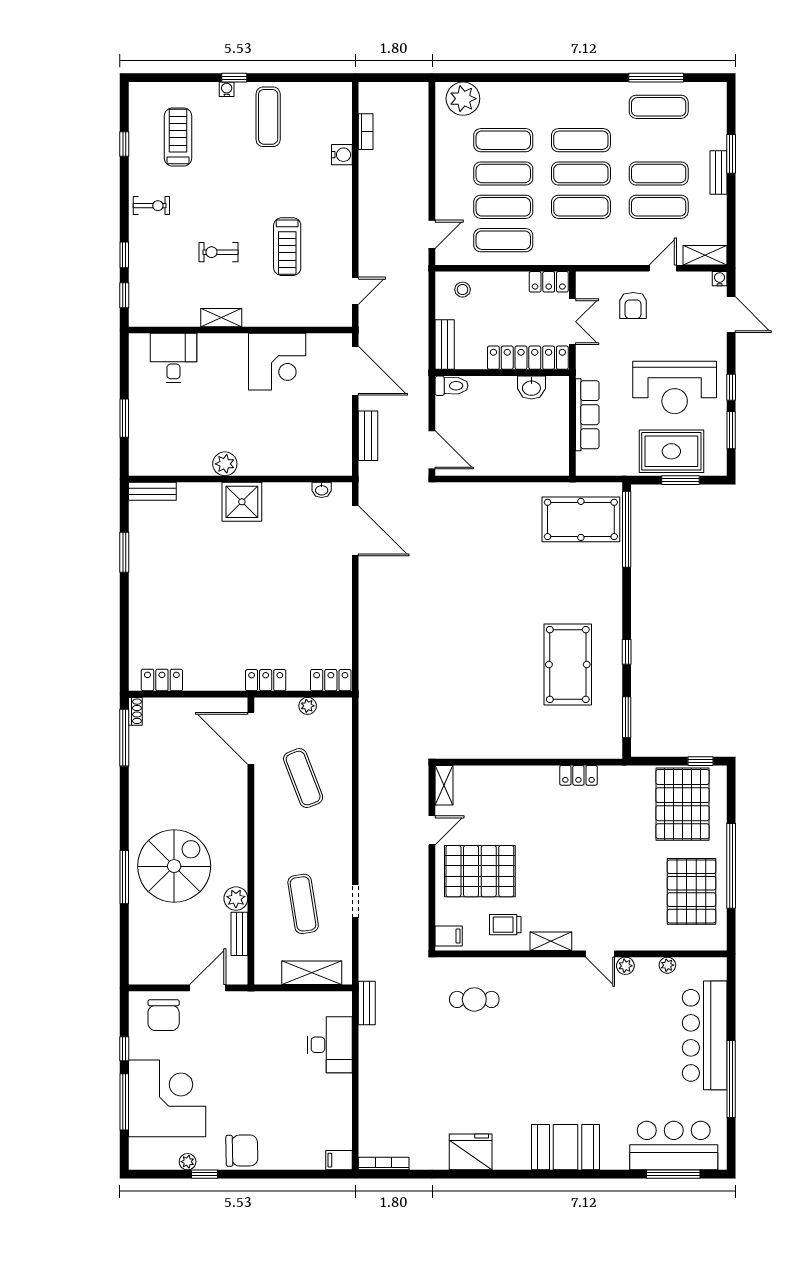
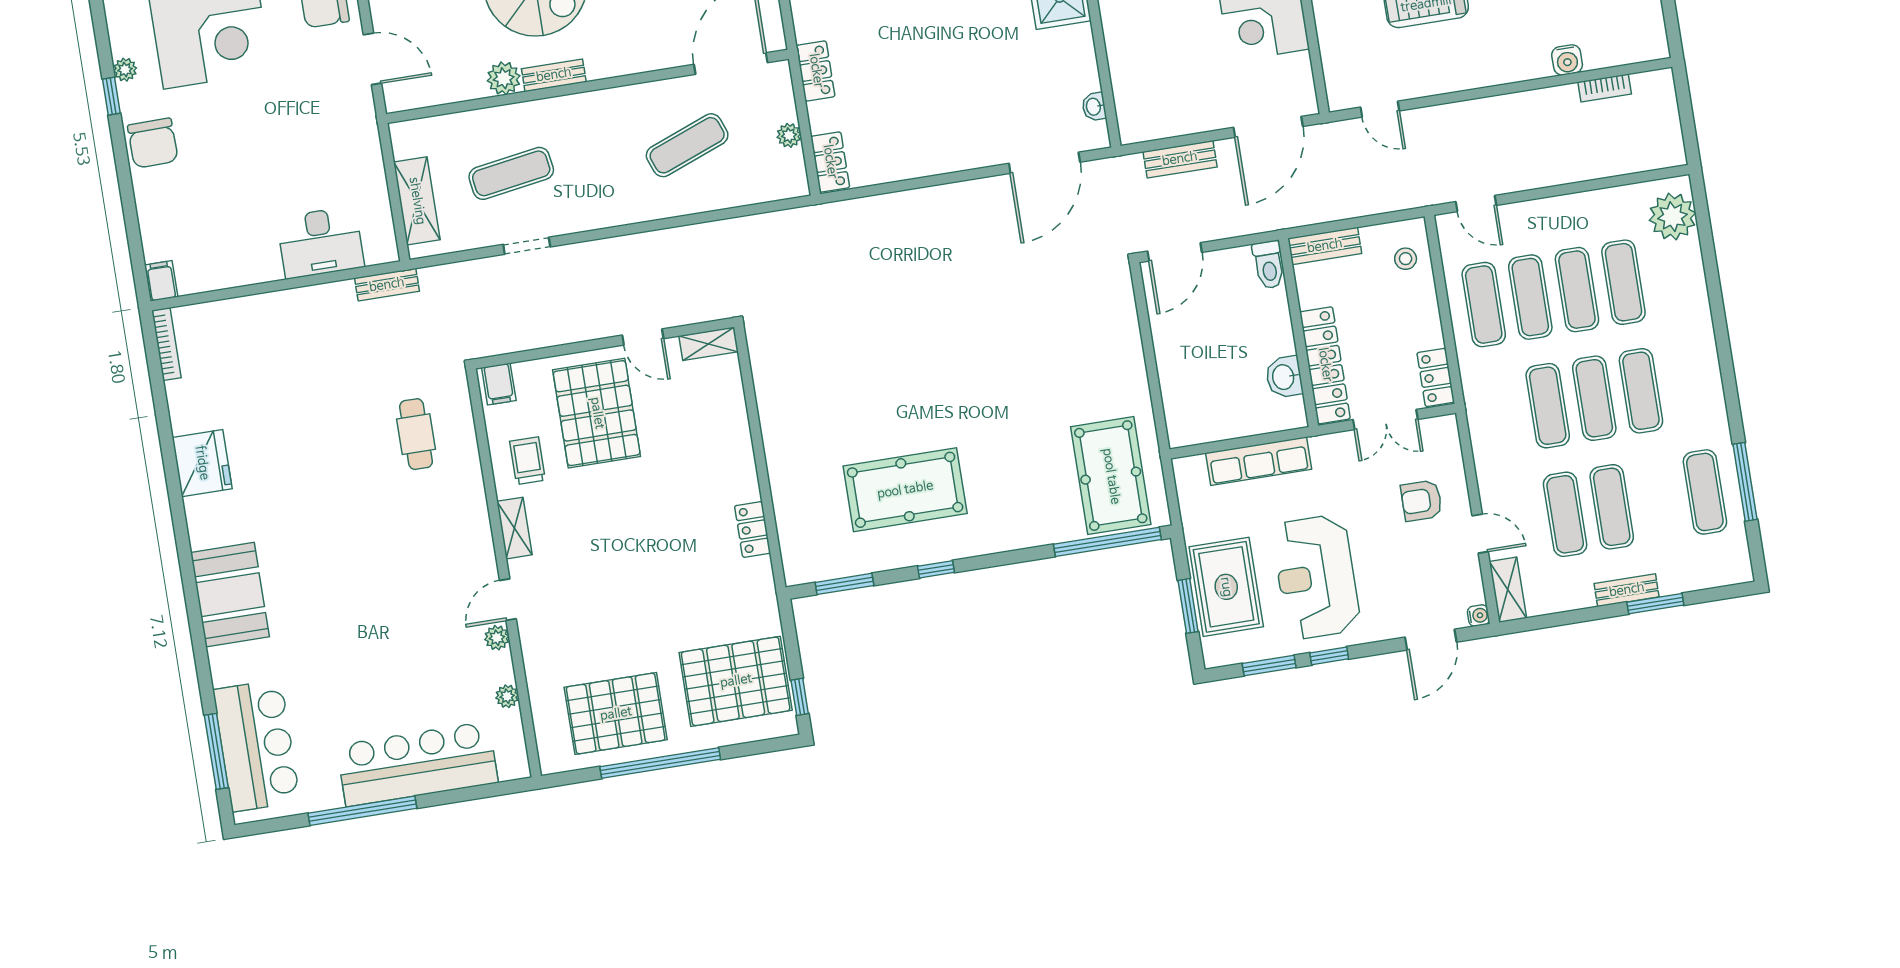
bench: (239, 934) -> (554, 75), moved

